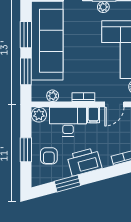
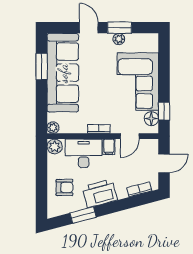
window: (26, 71) -> (42, 103), removed
plant: (53, 96) -> (53, 128), moved
window: (26, 150) -> (42, 181), removed
armchair: (49, 156) -> (64, 187), turned -90

